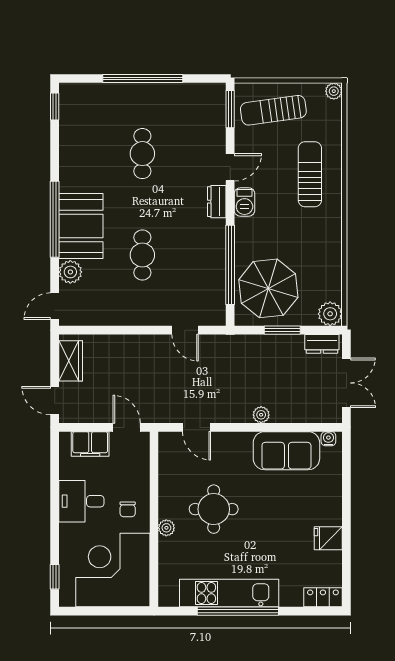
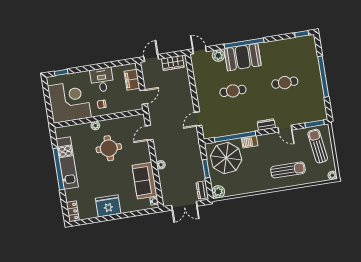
barbecue: (244, 202) -> (250, 142), moved
fridge: (328, 538) -> (108, 206), width x1.88, depth x1.34

